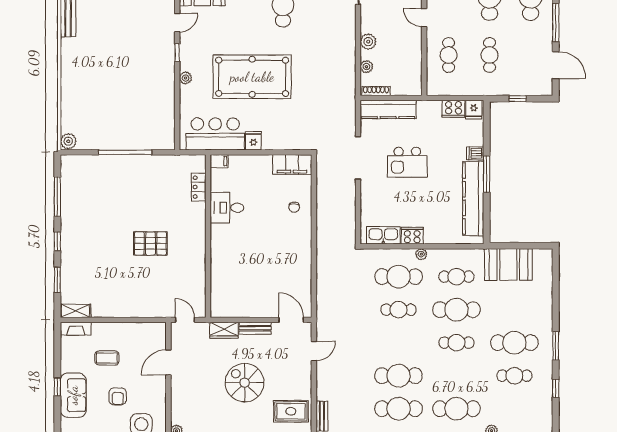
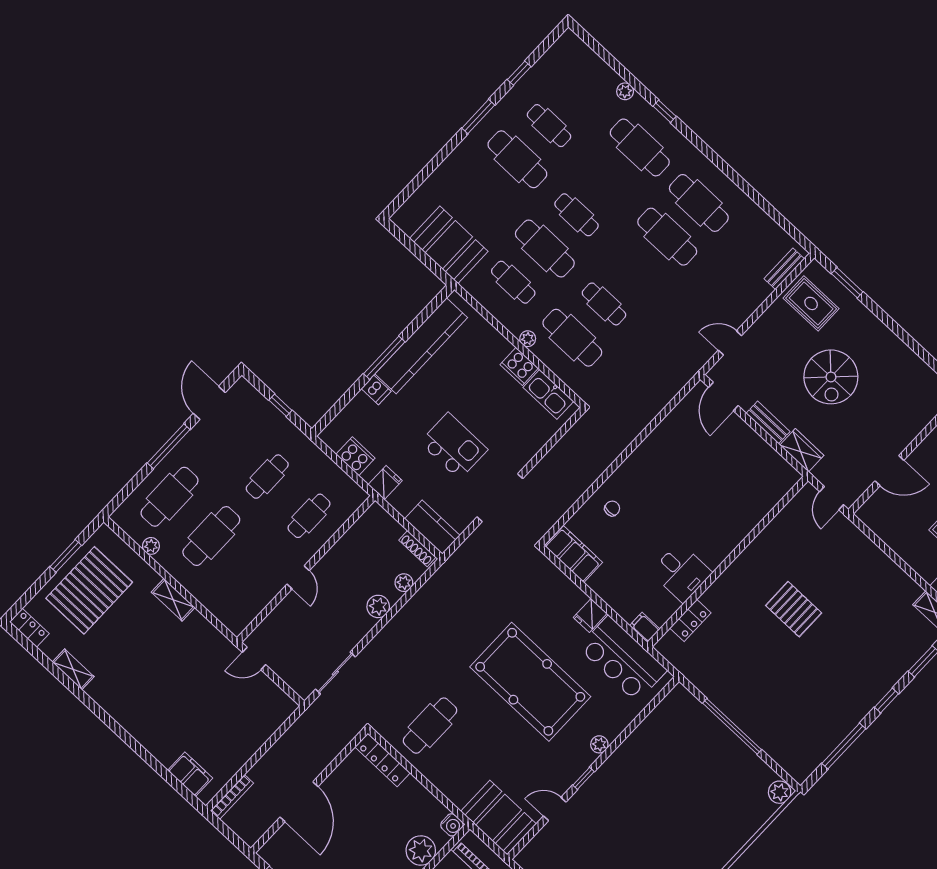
kitchen counter: (388, 109) -> (432, 527), width x0.67
fridge: (474, 110) -> (385, 483), moved

